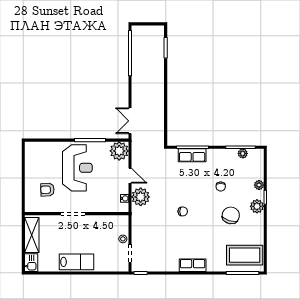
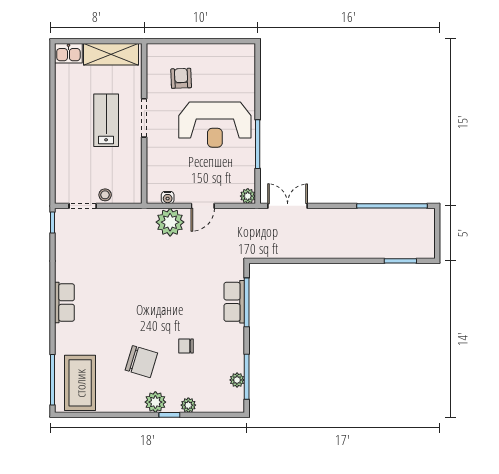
plant: (119, 151) -> (248, 196), width x0.53, depth x0.53
chair: (183, 211) -> (148, 287), removed
lab bench: (76, 262) -> (106, 120), moved, turned 180

